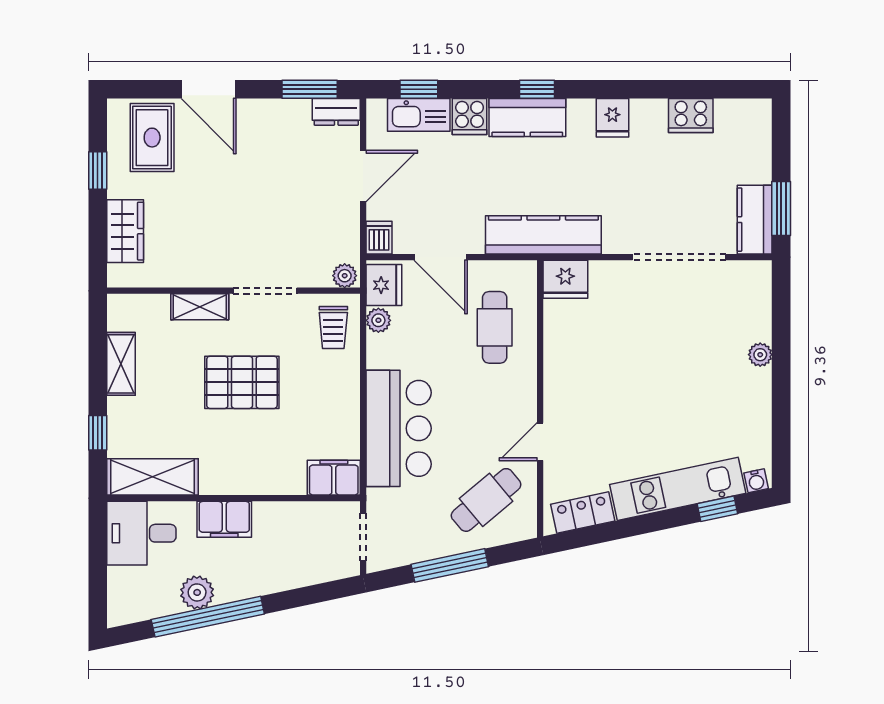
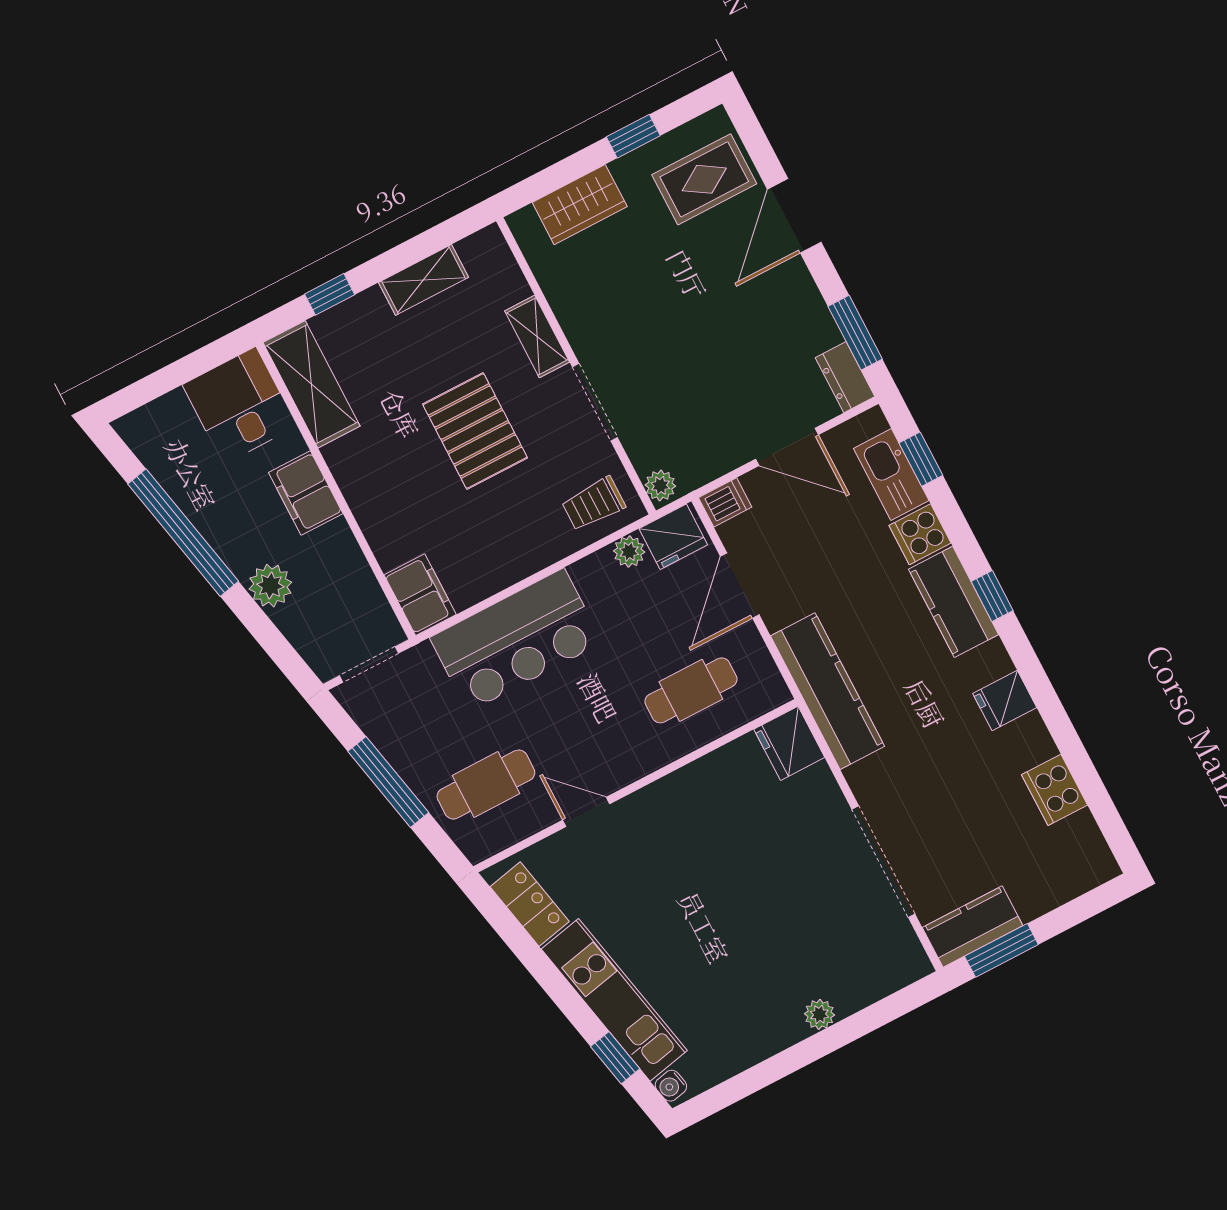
cafe table: (486, 500) -> (486, 785), turned -50
plant: (197, 592) -> (270, 586), moved

